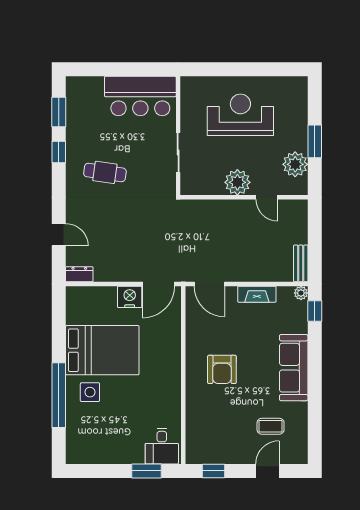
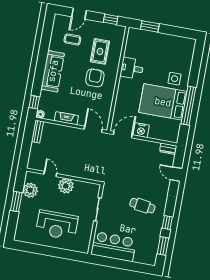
window: (59, 395) -> (188, 106), moved
rug: (221, 415) -> (100, 51), added
desk: (162, 446) -> (132, 68), moved, turned -90

